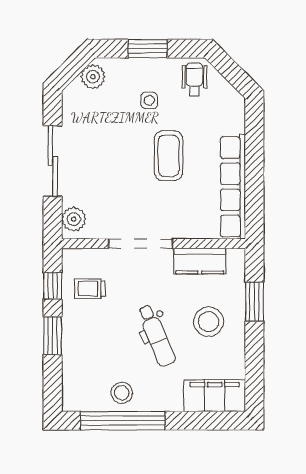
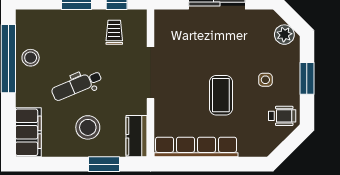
coffee table: (169, 156) -> (221, 95), turned 90
plant: (74, 219) -> (170, 19), removed
kitchen counter: (200, 261) -> (136, 136), moved

